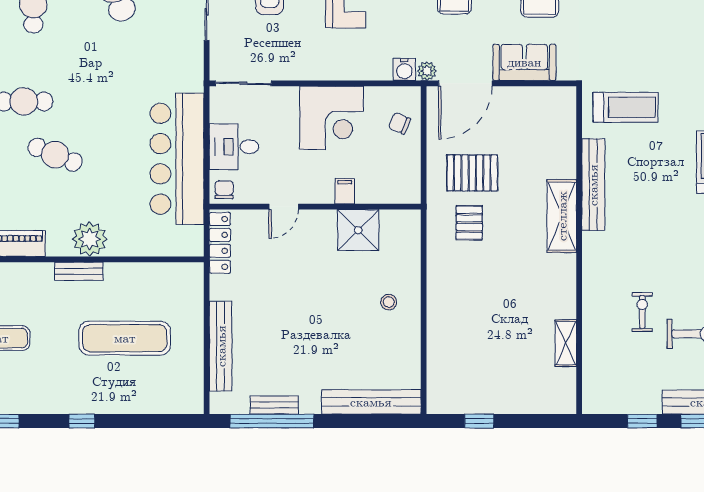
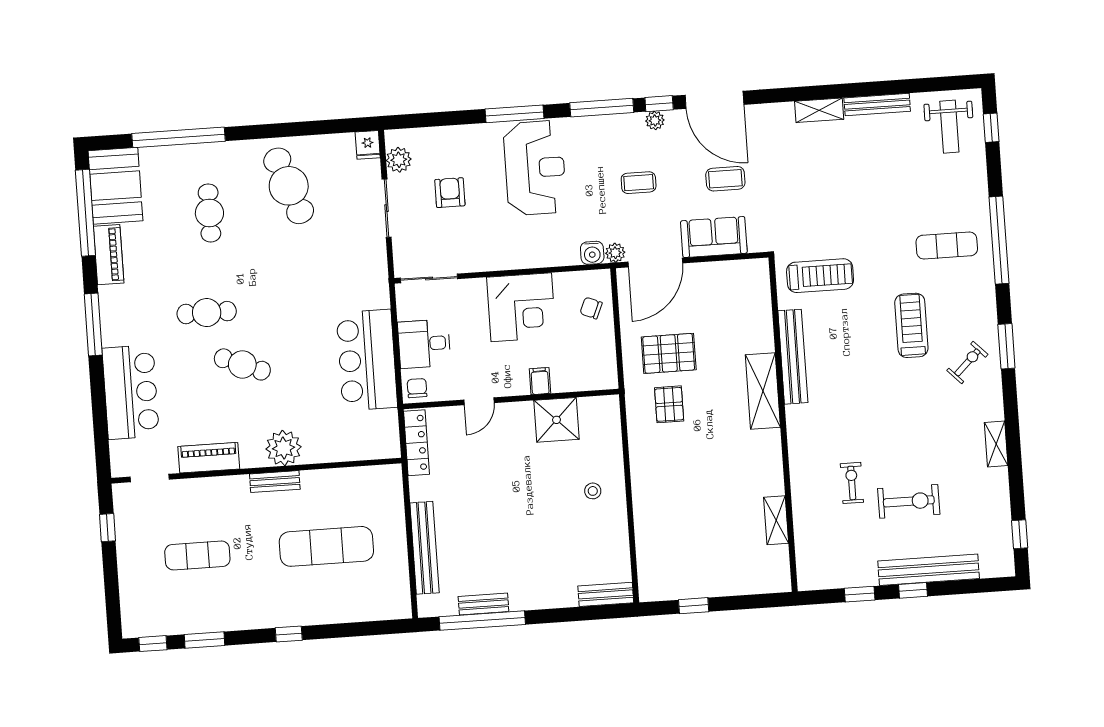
bar counter: (177, 159) -> (367, 360), width x0.73
bench: (371, 402) -> (606, 594), width x0.54, depth x0.82

